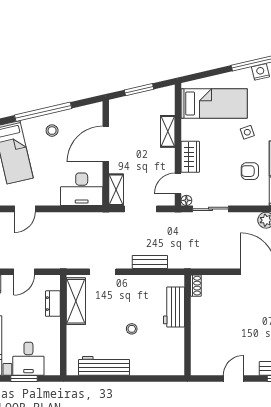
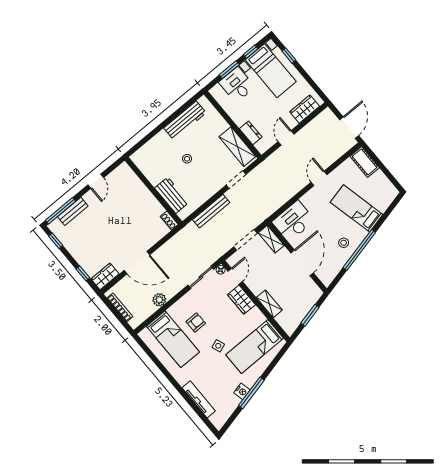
bench: (150, 262) -> (211, 211), width x1.36

